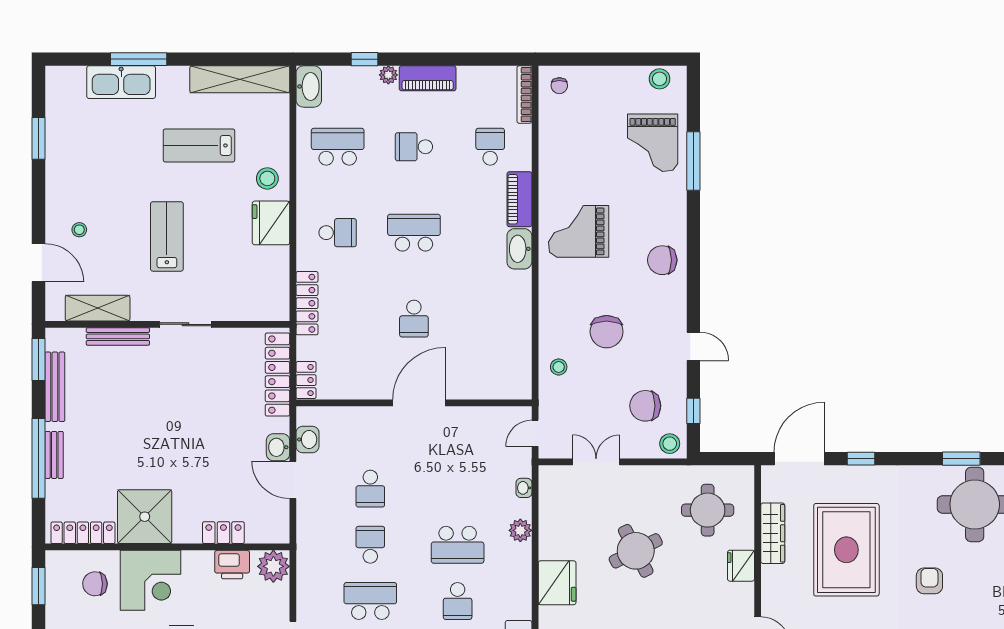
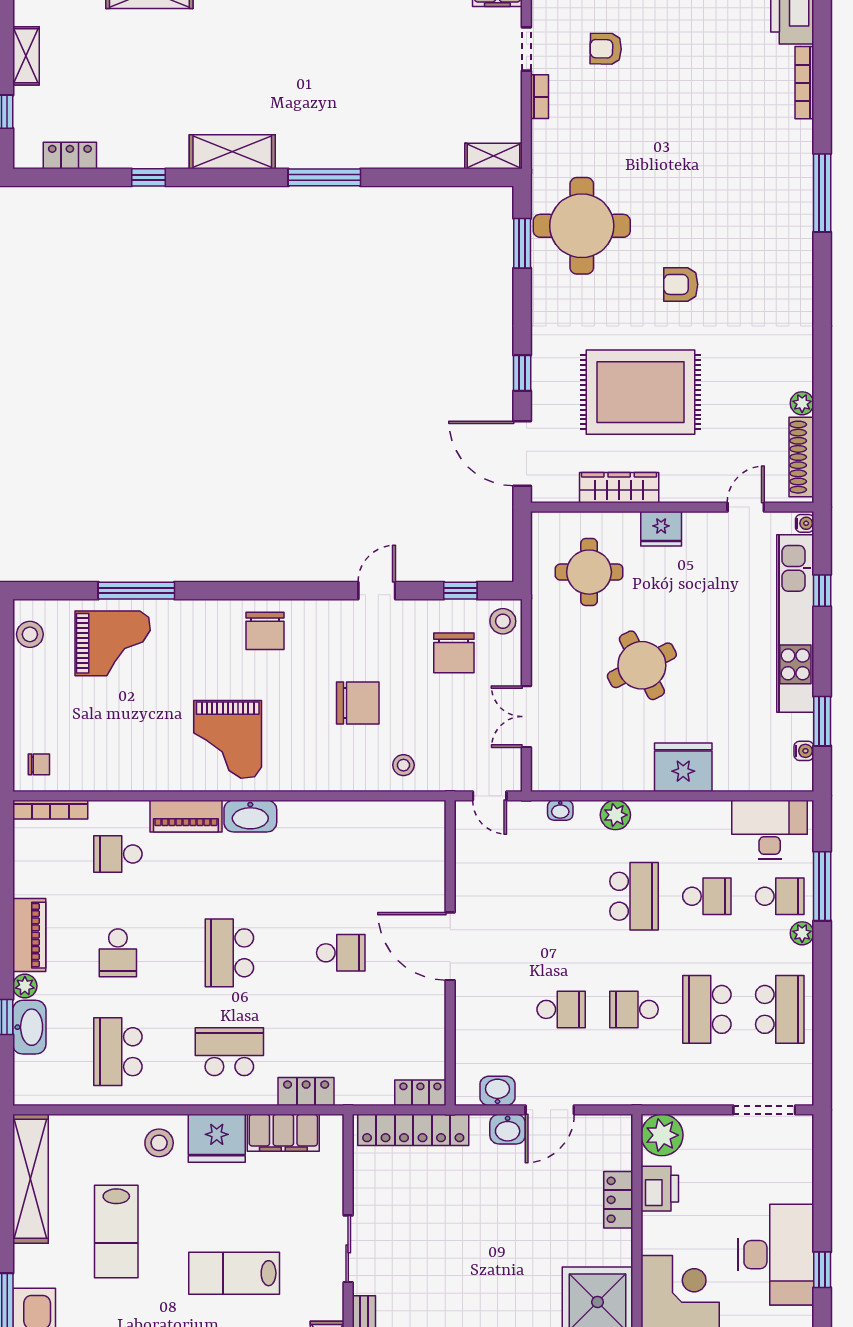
washbasin: (309, 86) -> (29, 1027), moved, turned 90
school desk: (338, 233) -> (229, 1052), width x1.85
filing cabinet: (275, 274) -> (283, 1133), added
locker: (307, 303) -> (306, 1092), width x0.66

